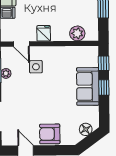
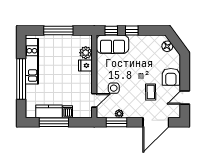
fridge: (44, 33) -> (85, 66), moved
sofa: (88, 86) -> (113, 44), moved
coffee table: (32, 110) -> (151, 92), added

